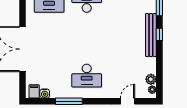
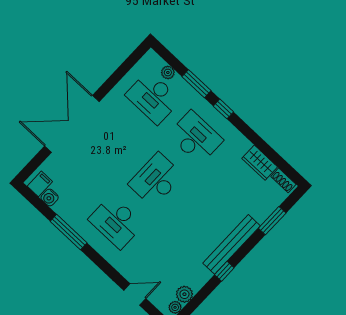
window: (159, 34) -> (224, 271), moved
desk: (87, 38) -> (156, 180), added

